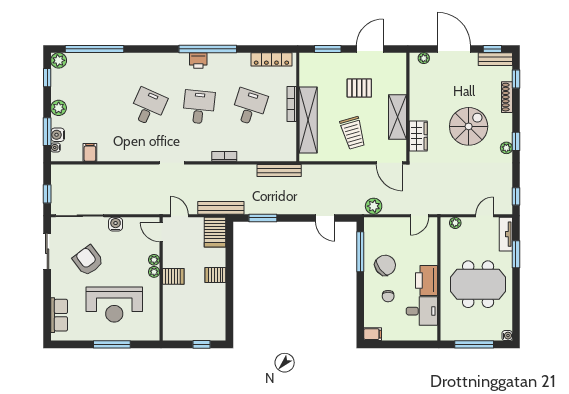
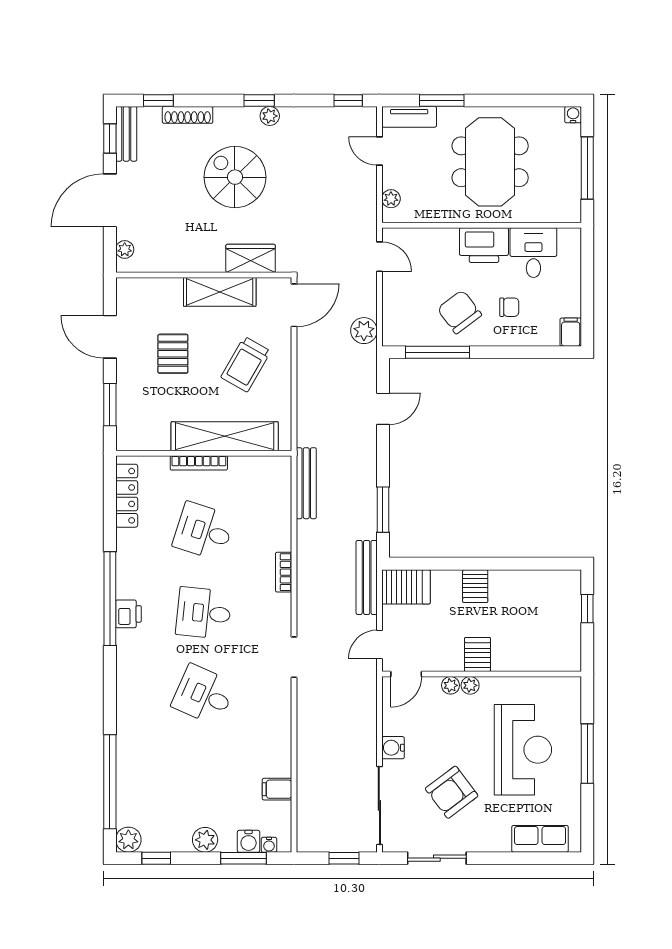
trolley: (353, 133) -> (246, 364), turned 136

